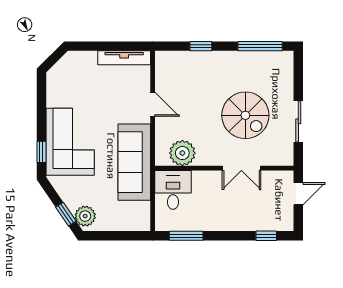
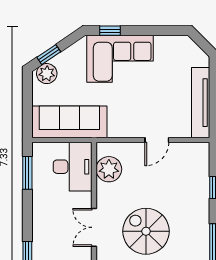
tv unit: (124, 58) -> (201, 103), width x1.36, depth x1.29
spiral stairs: (245, 115) -> (146, 231), turned 90
sofa: (134, 162) -> (69, 122), moved
desk: (173, 190) -> (73, 167), width x1.37

